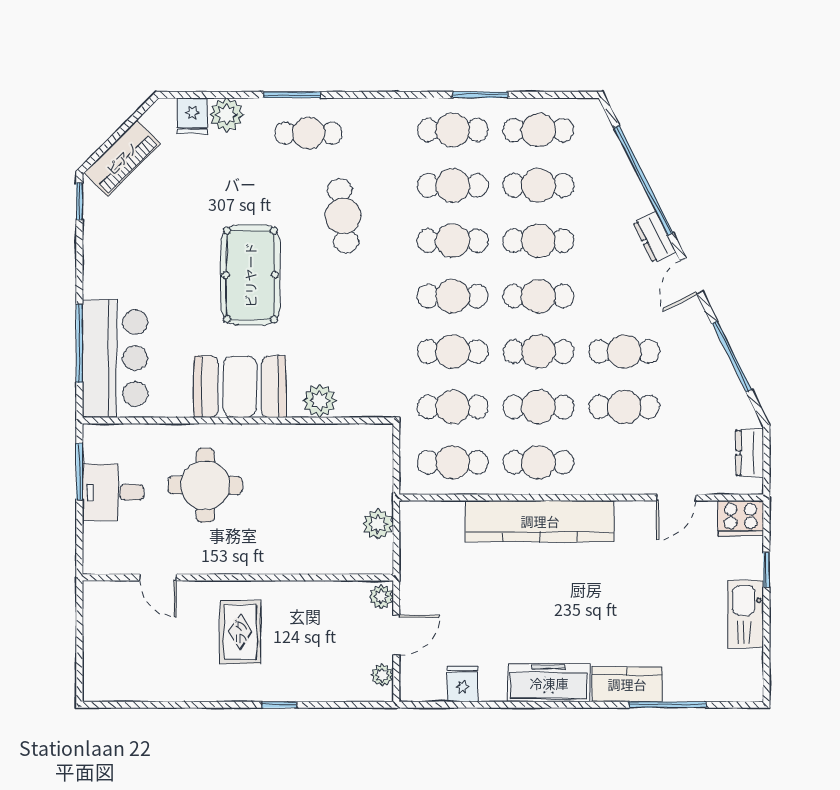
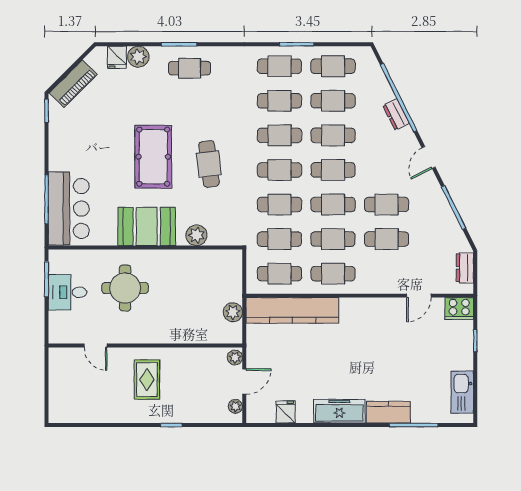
cafe table: (343, 216) -> (209, 164), moved
dresser: (654, 237) -> (396, 115), moved
kitchen counter: (540, 521) -> (292, 310), moved
kitchen sink: (746, 614) -> (462, 392), moved

